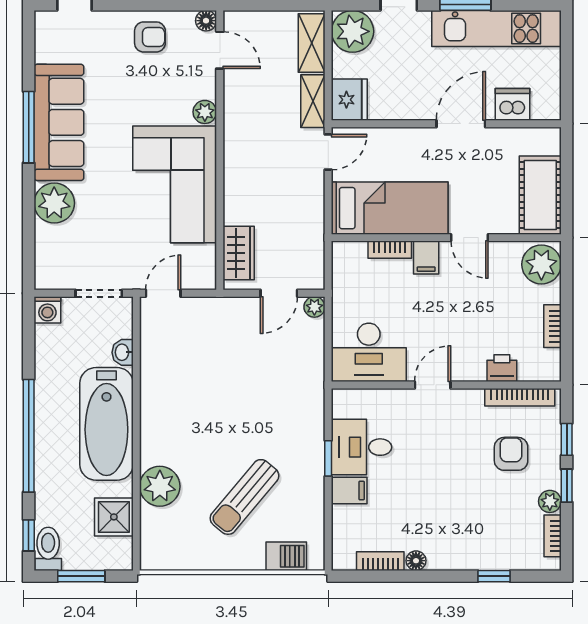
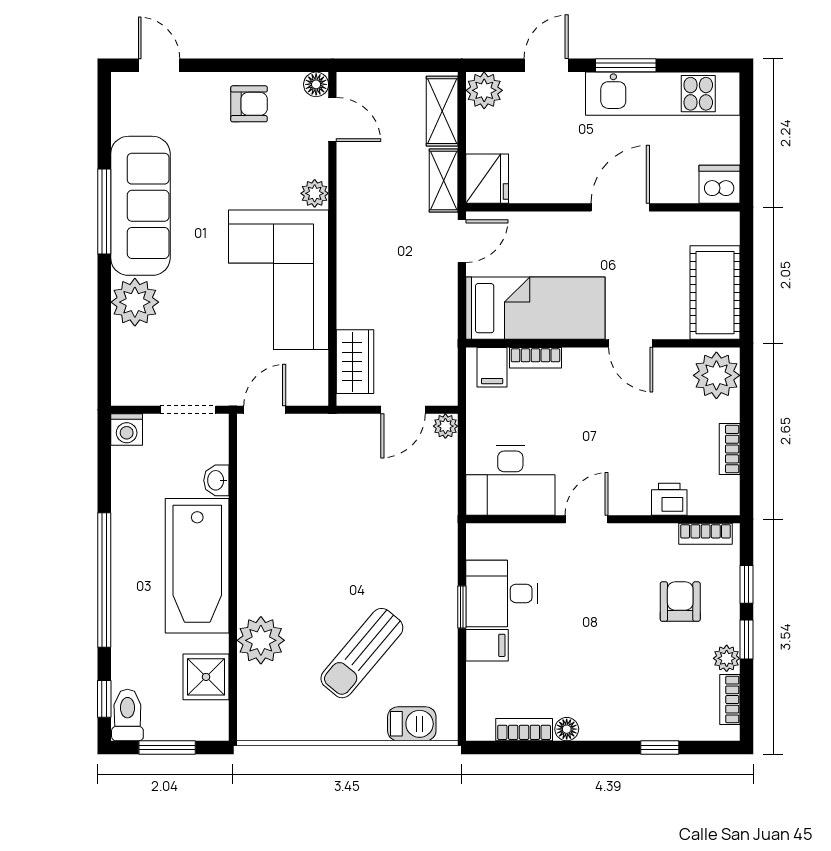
plant: (353, 31) -> (484, 90), width x0.73, depth x0.73
dishwasher: (513, 104) -> (720, 184), moved
filing cabinet: (426, 258) -> (492, 367), moved
bookcase: (520, 397) -> (706, 534), width x0.64

